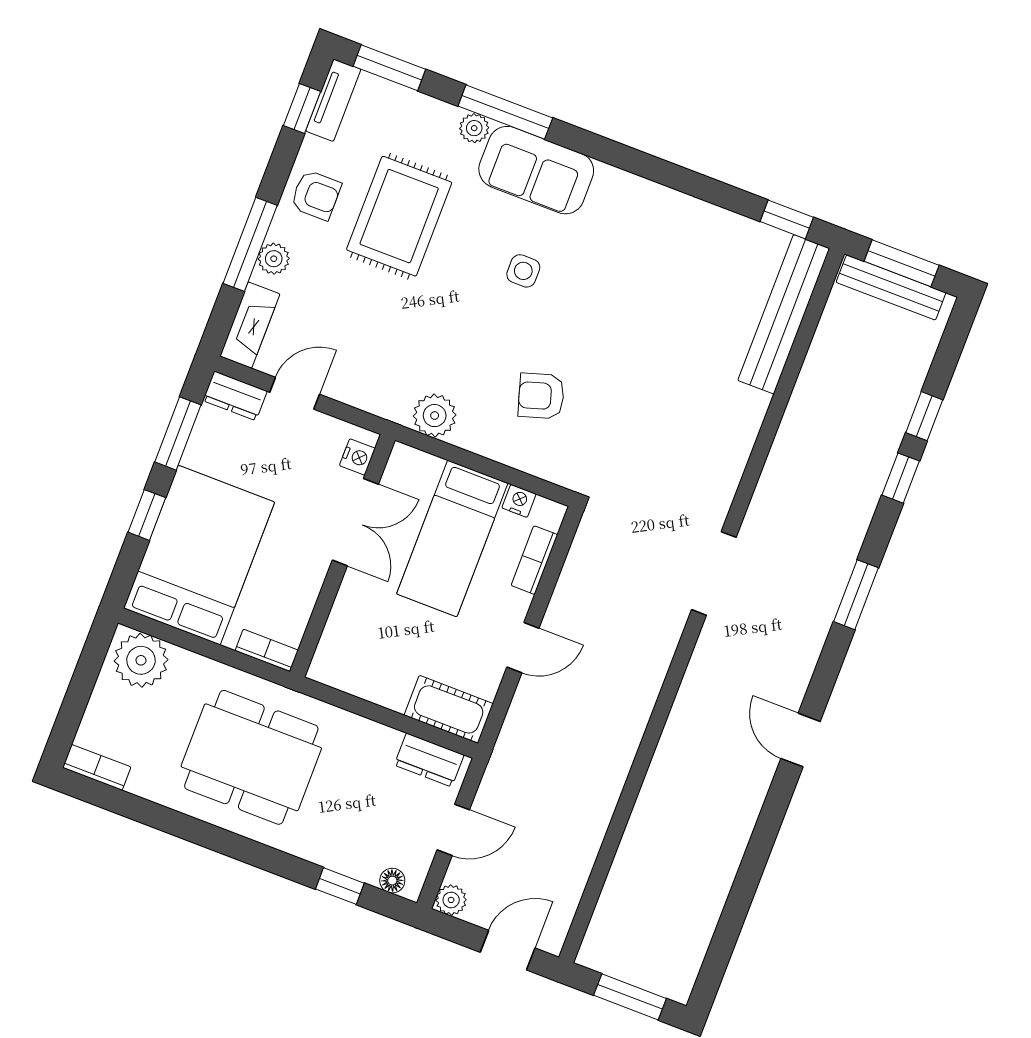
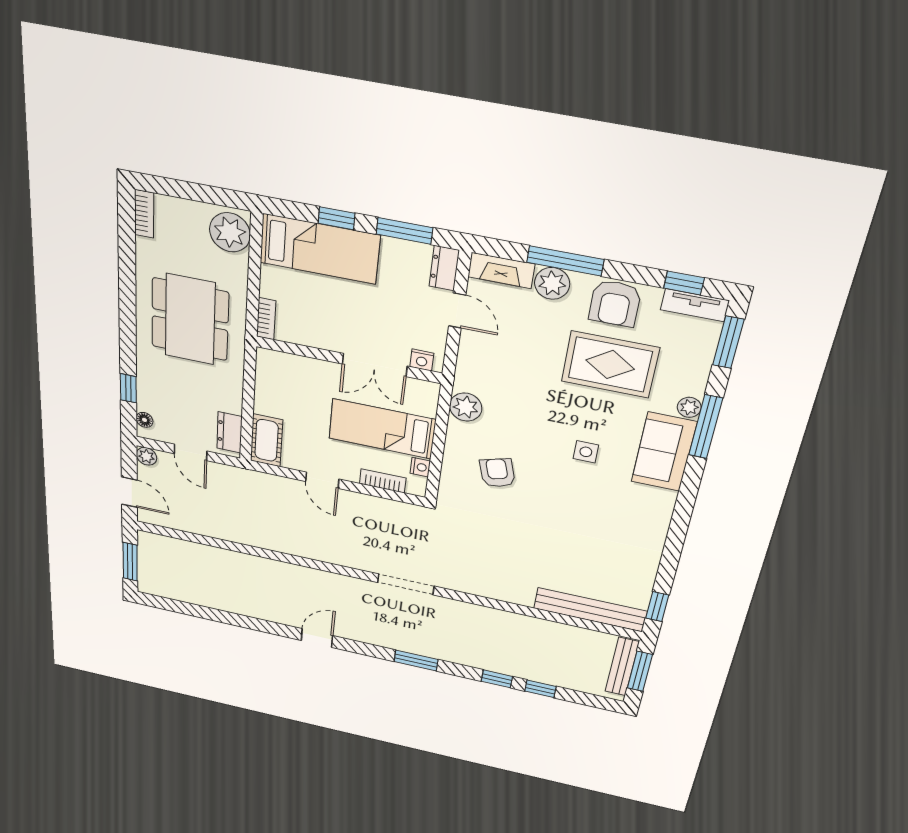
armchair: (316, 195) -> (615, 303), width x1.38, depth x1.38
plant: (274, 259) -> (552, 283), width x1.38, depth x1.38
bed: (199, 555) -> (319, 249), width x0.67

